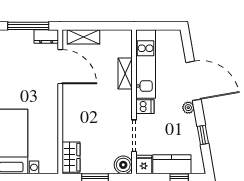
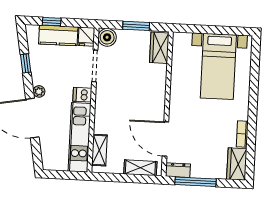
shelving: (125, 74) -> (99, 150), moved

